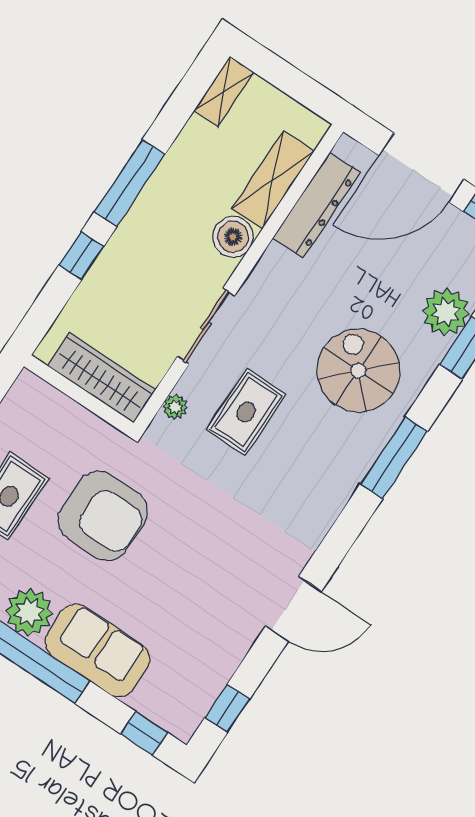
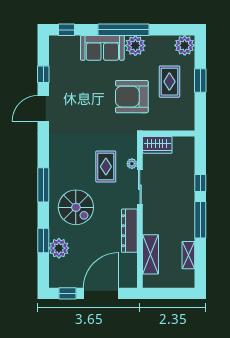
shelving: (224, 91) -> (188, 255), moved
dresser: (316, 205) -> (129, 231), moved
boiler: (233, 237) -> (151, 225), removed
wardrobe: (101, 378) -> (157, 145), width x0.67
plant: (175, 407) -> (132, 164), moved
window: (227, 708) -> (43, 74), moved

